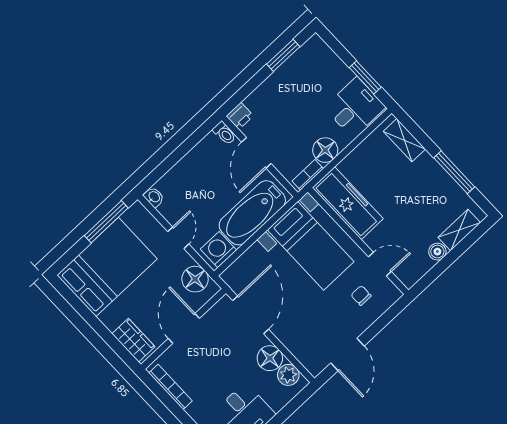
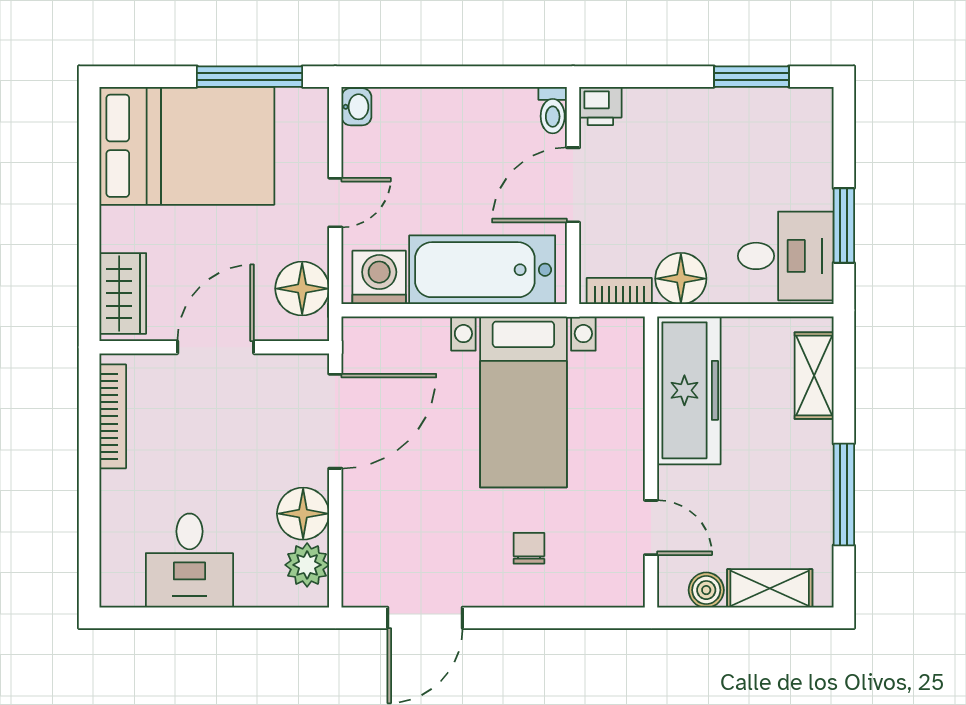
freezer: (348, 203) -> (689, 390), moved
wall: (358, 241) -> (651, 462), moved
door: (380, 264) -> (651, 528), moved

